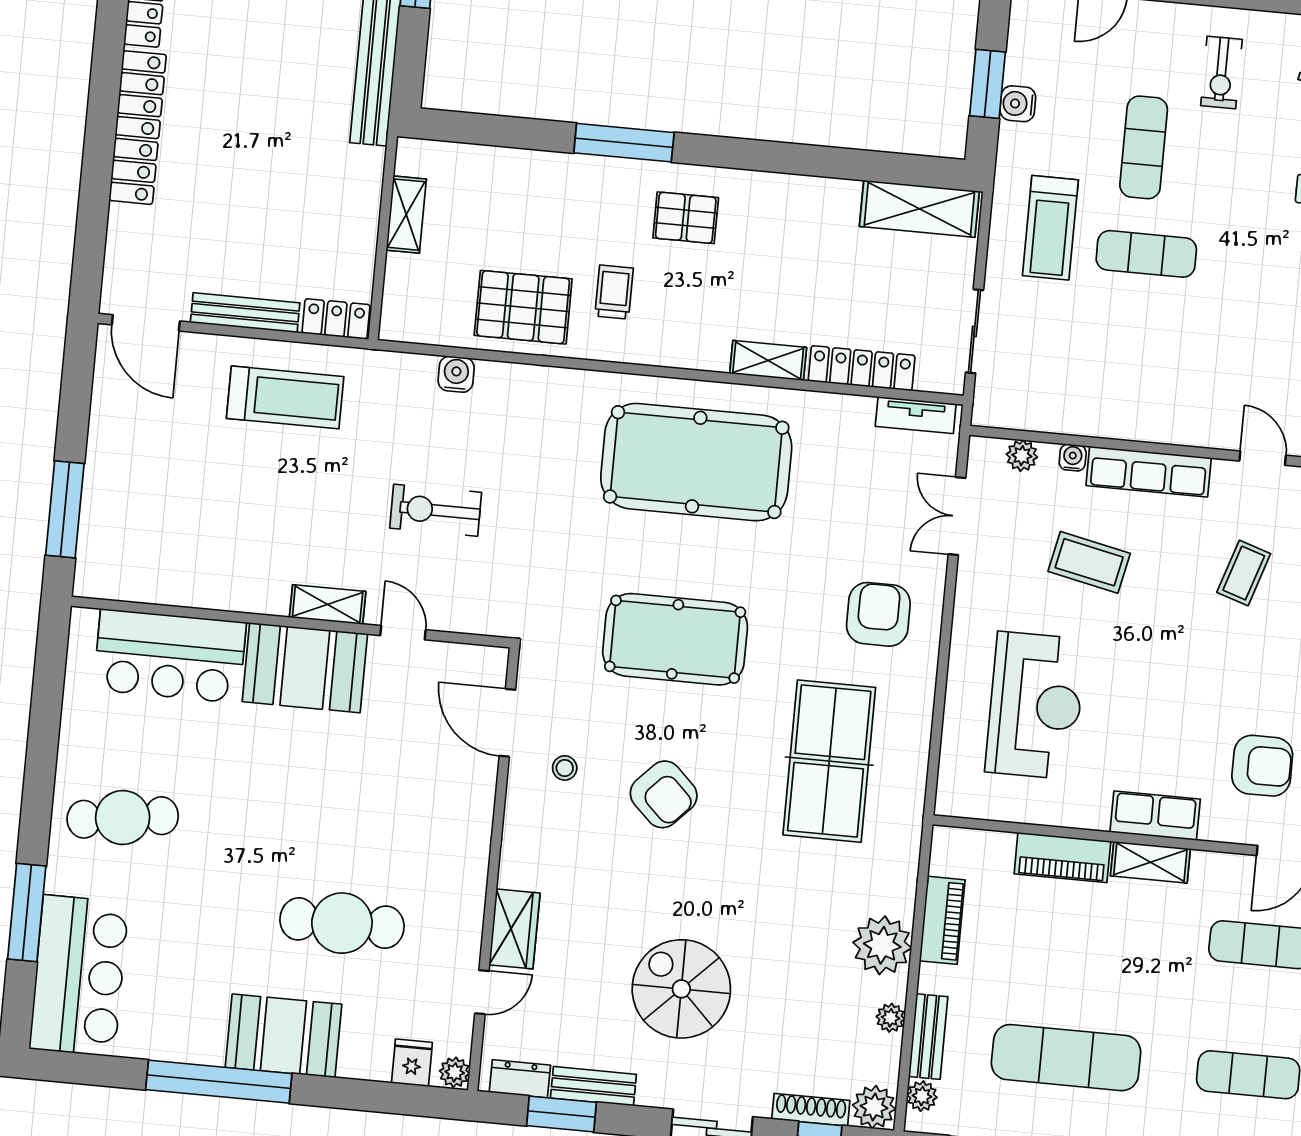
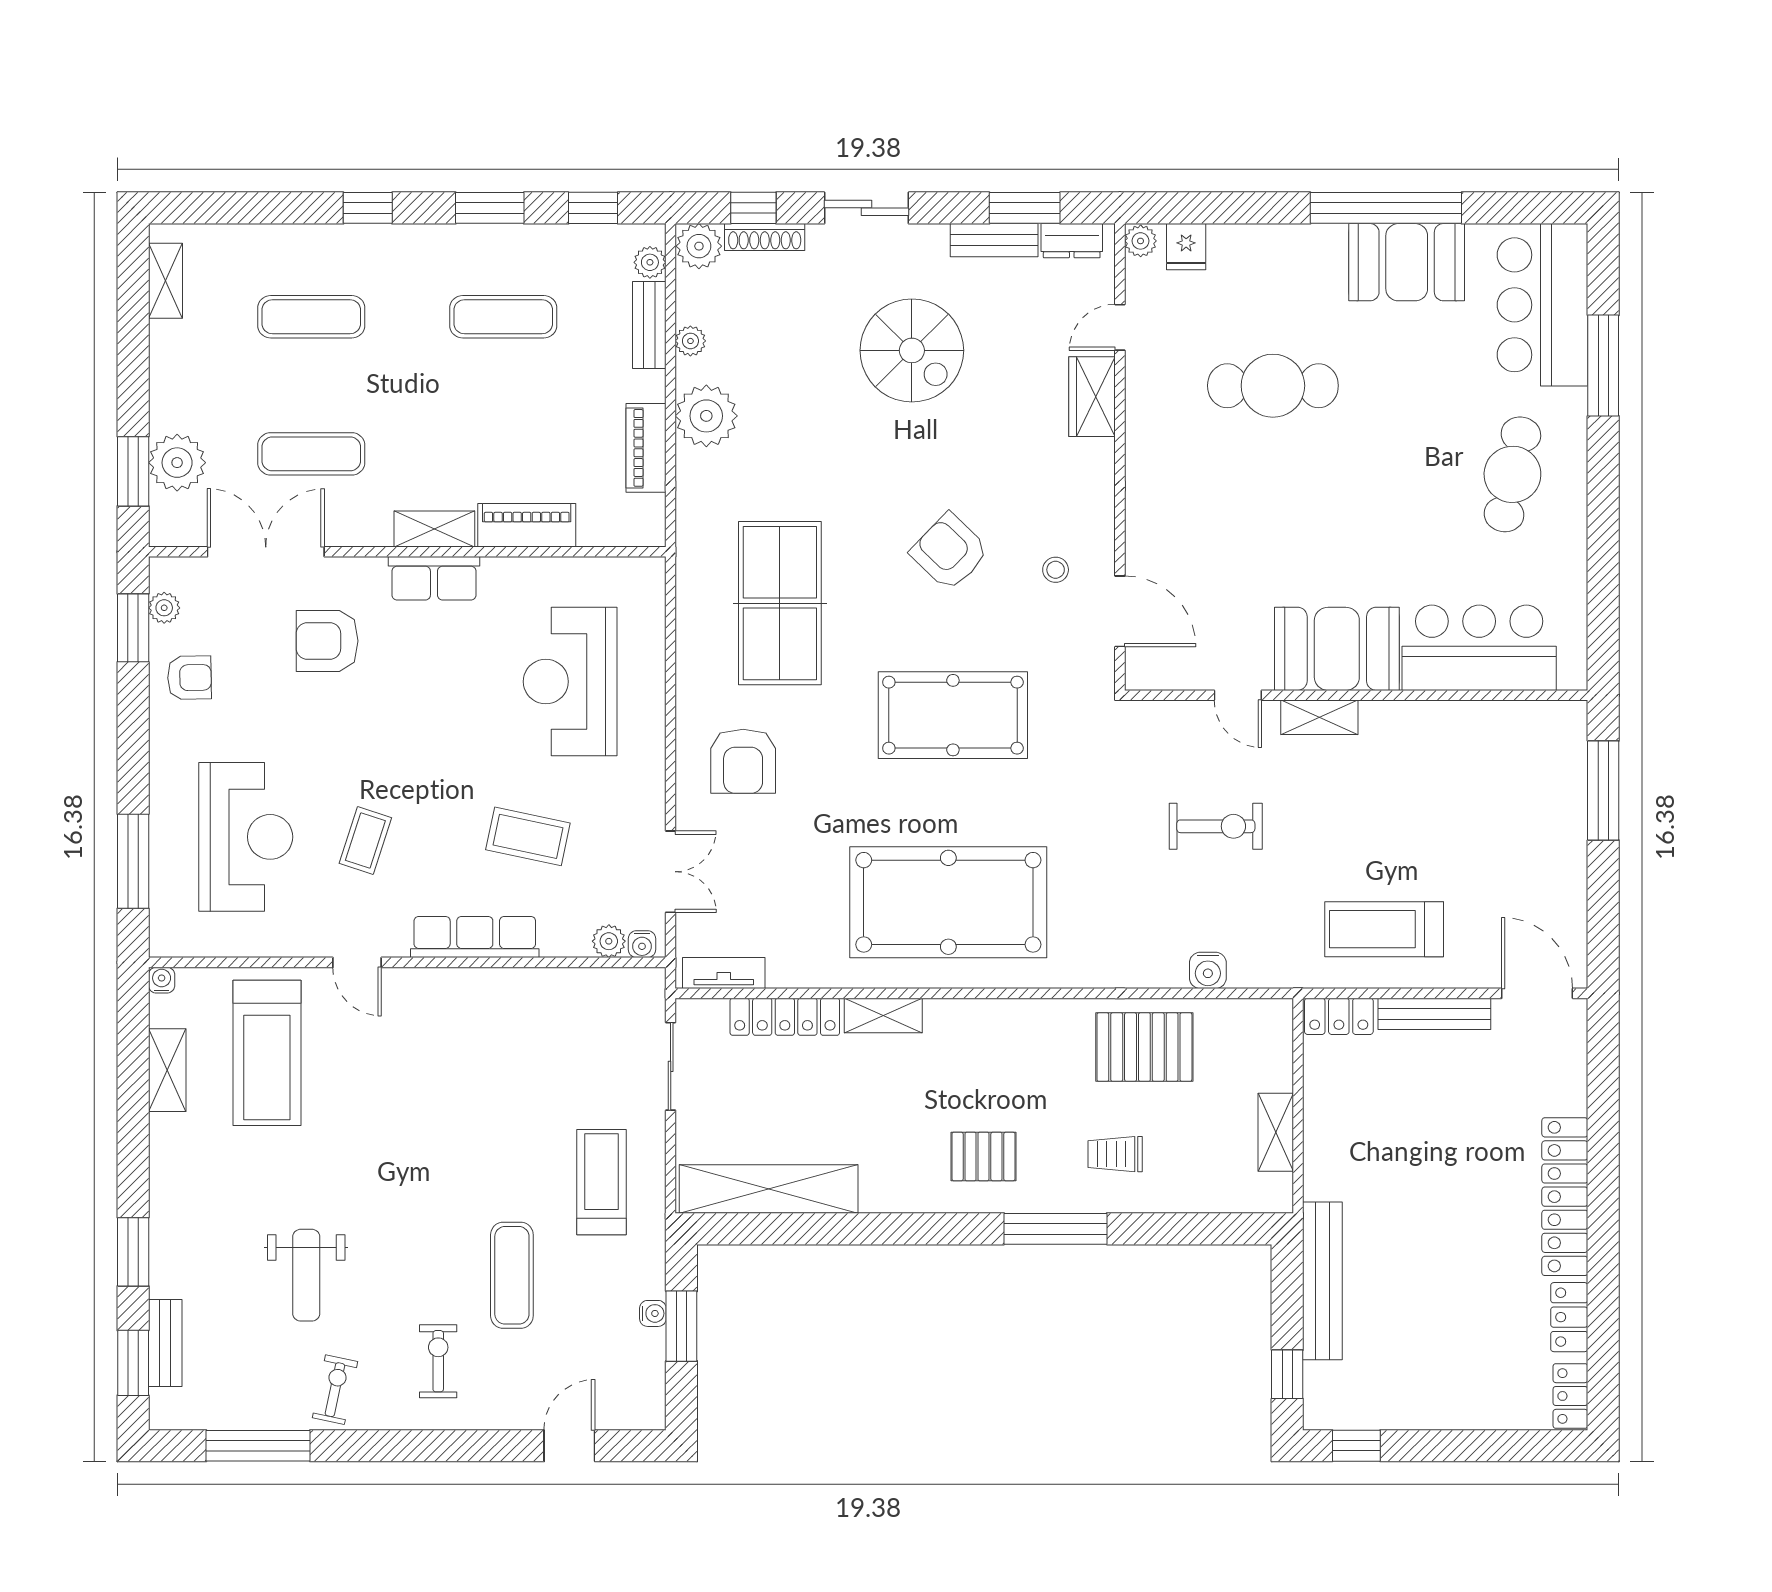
water cooler: (1018, 104) -> (653, 1313), width x0.72, depth x0.72
shelving: (919, 209) -> (769, 1189), width x1.47
exercise mat: (1146, 254) -> (499, 1164), removed
trolley: (614, 292) -> (1115, 1154), moved, turned 90
water cooler: (1073, 458) -> (642, 944), moved
cafe table: (123, 817) -> (1512, 474), turned -70
booth: (283, 1036) -> (1407, 262), moved
exercise mat: (1066, 1058) -> (503, 317), width x0.73, depth x0.69

